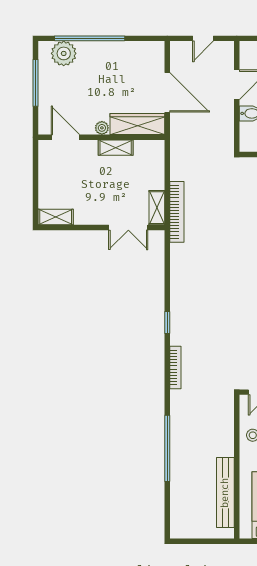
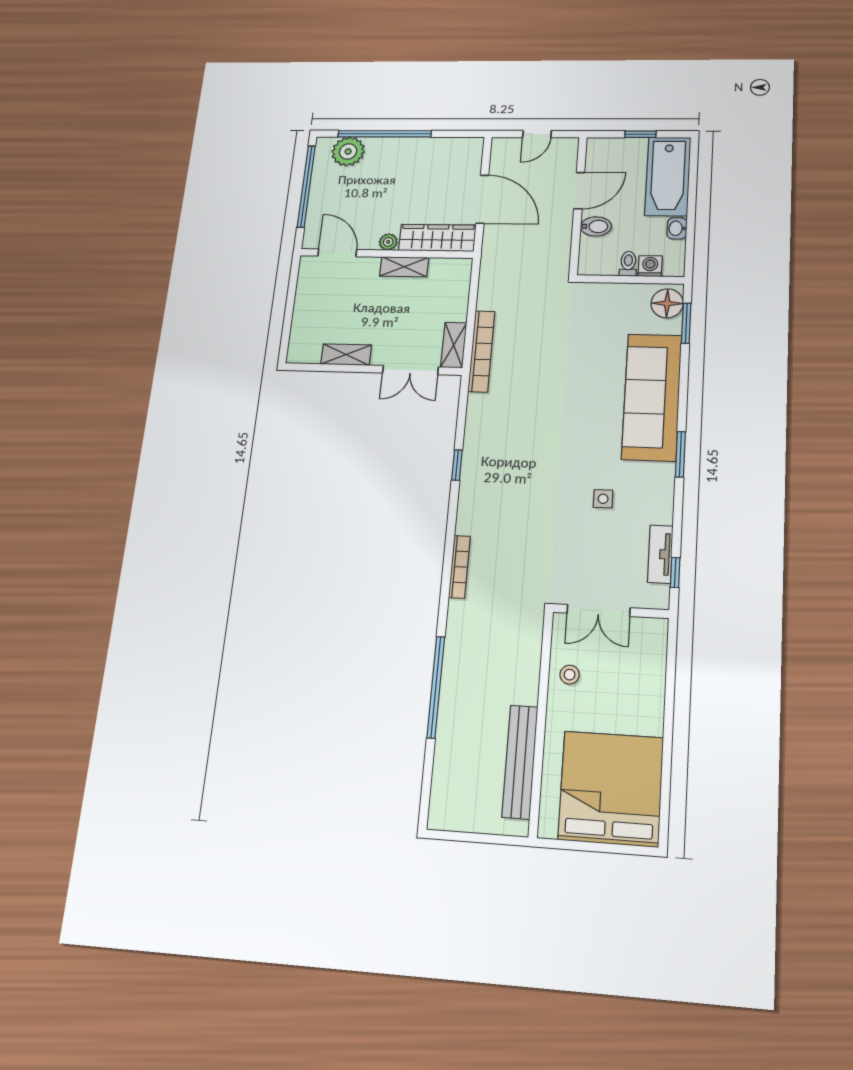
window: (36, 83) -> (306, 186), width x1.46
shelving: (56, 217) -> (346, 355), moved
window: (167, 323) -> (457, 465), moved

